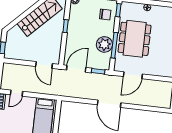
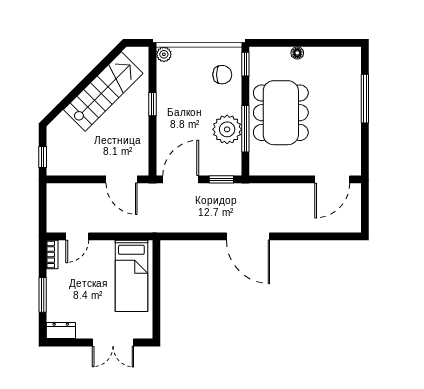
door: (133, 75) -> (332, 179), moved

